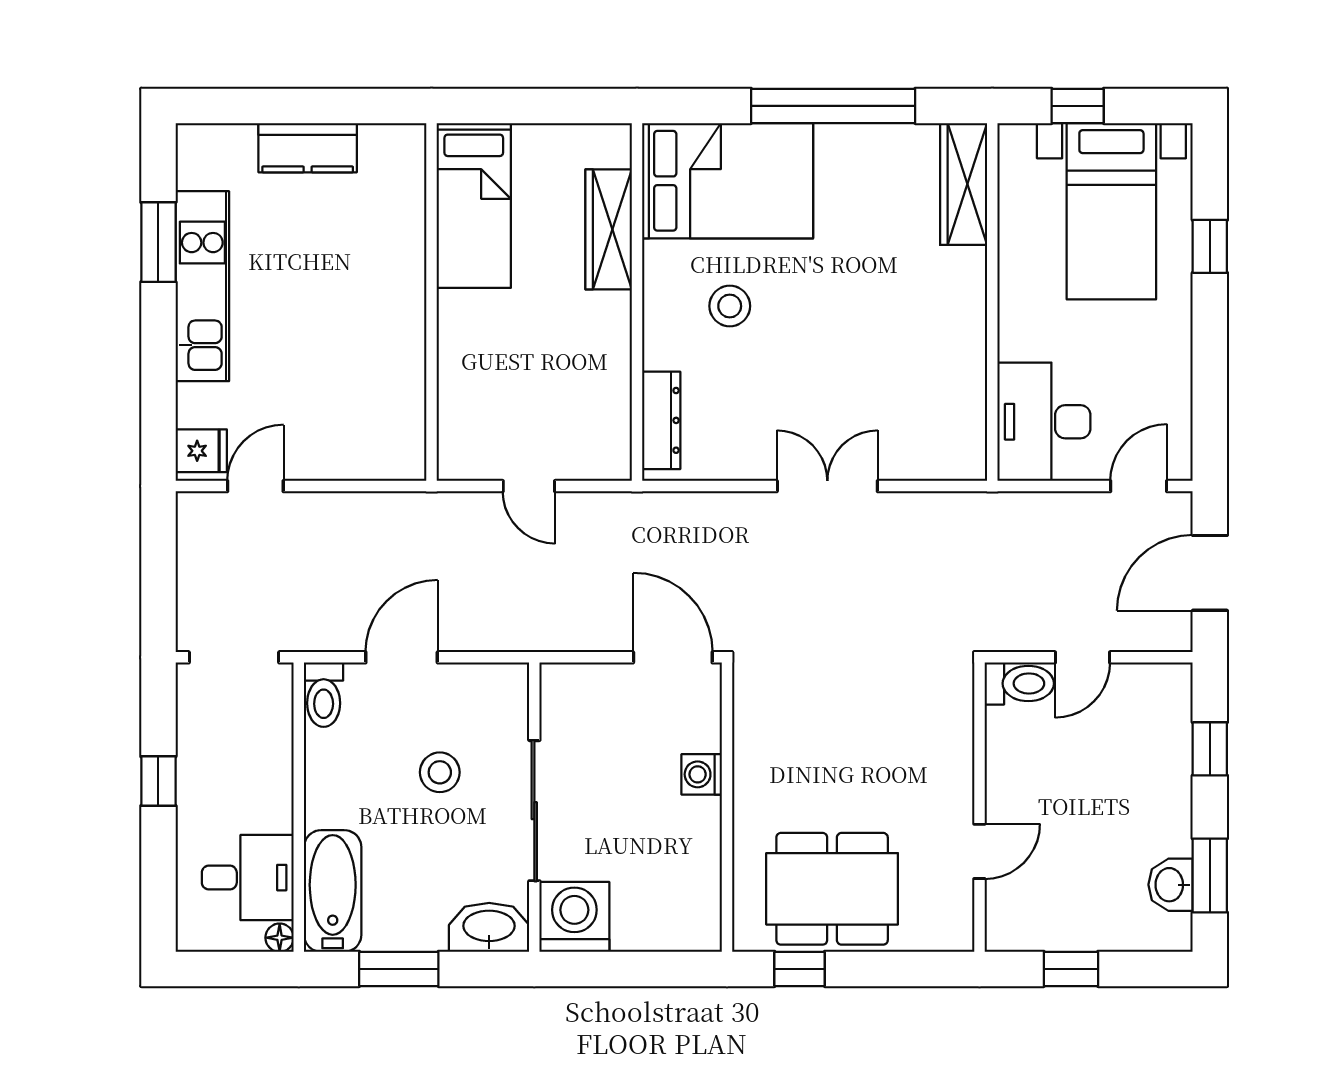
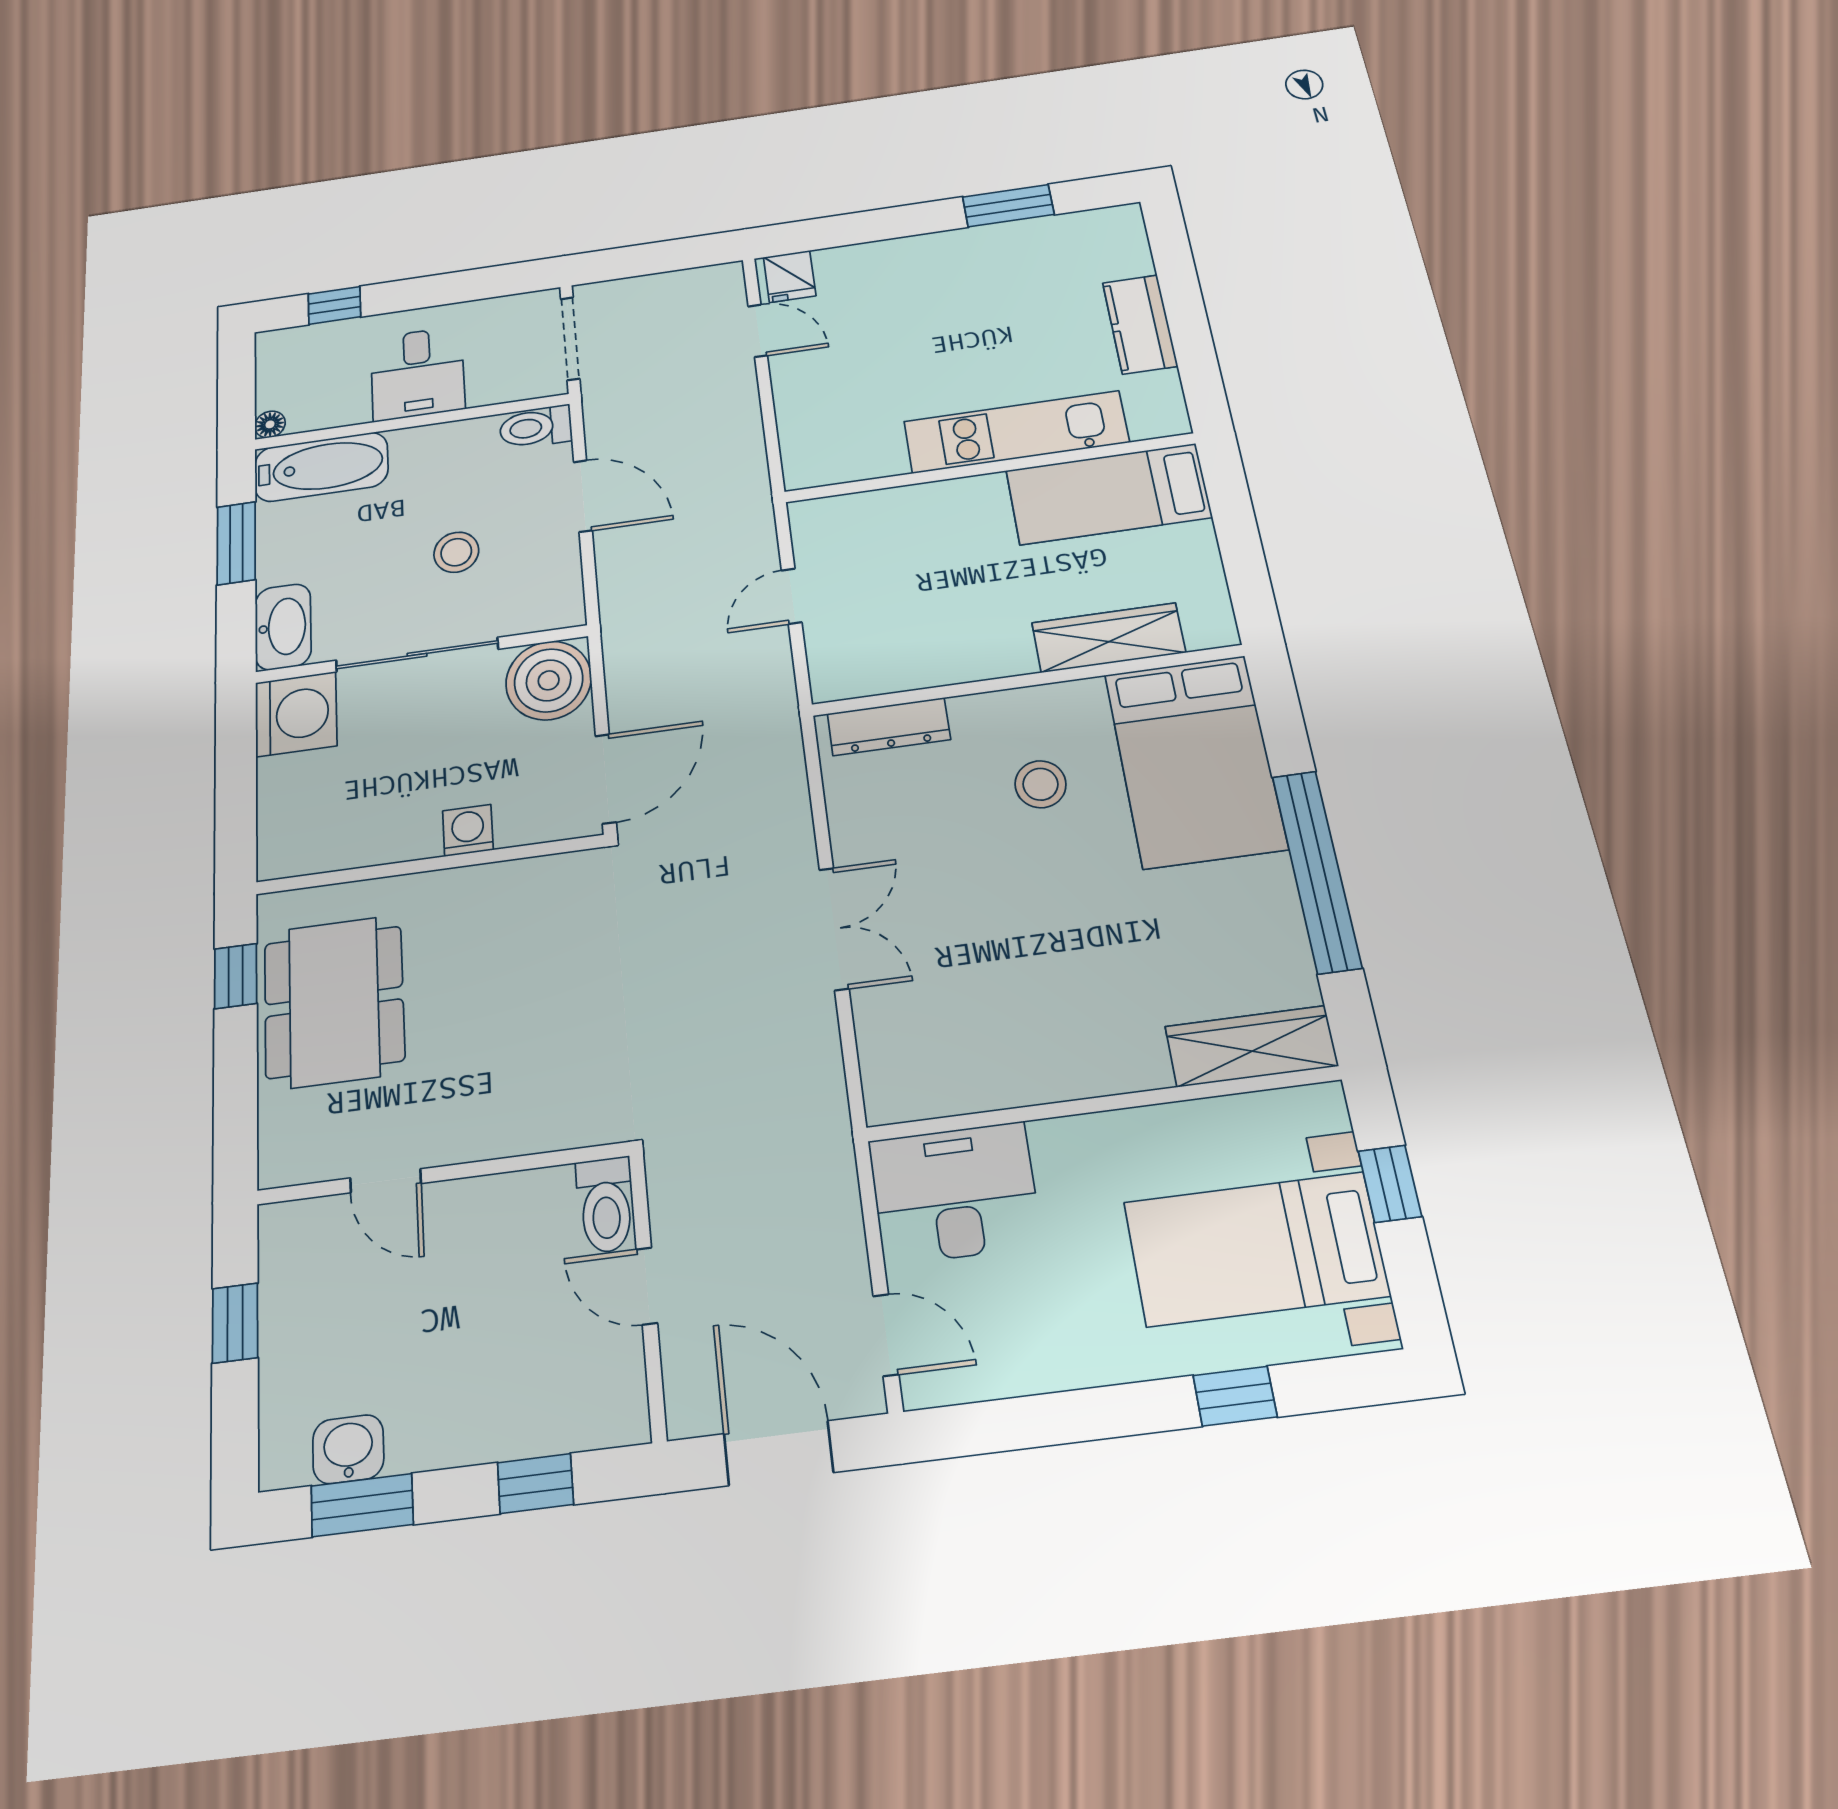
kitchen unit: (202, 286) -> (1016, 432), moved, turned 180
boiler: (576, 699) -> (549, 680), added
window: (158, 781) -> (334, 305), moved
desk: (248, 878) -> (418, 374), moved

